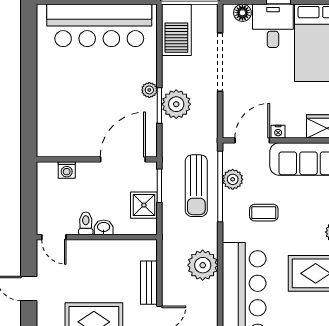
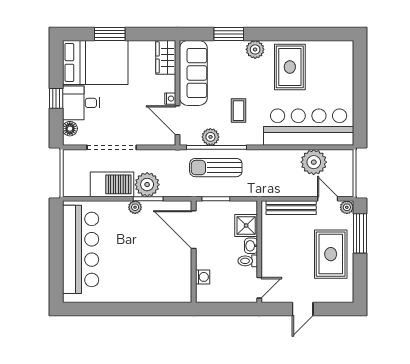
barbecue: (176, 30) -> (112, 184), moved
sun lounger: (196, 186) -> (216, 168), turned 180
shower: (144, 205) -> (246, 225), moved
plant: (203, 265) -> (314, 162), moved
bench: (149, 283) -> (291, 208), width x1.36

